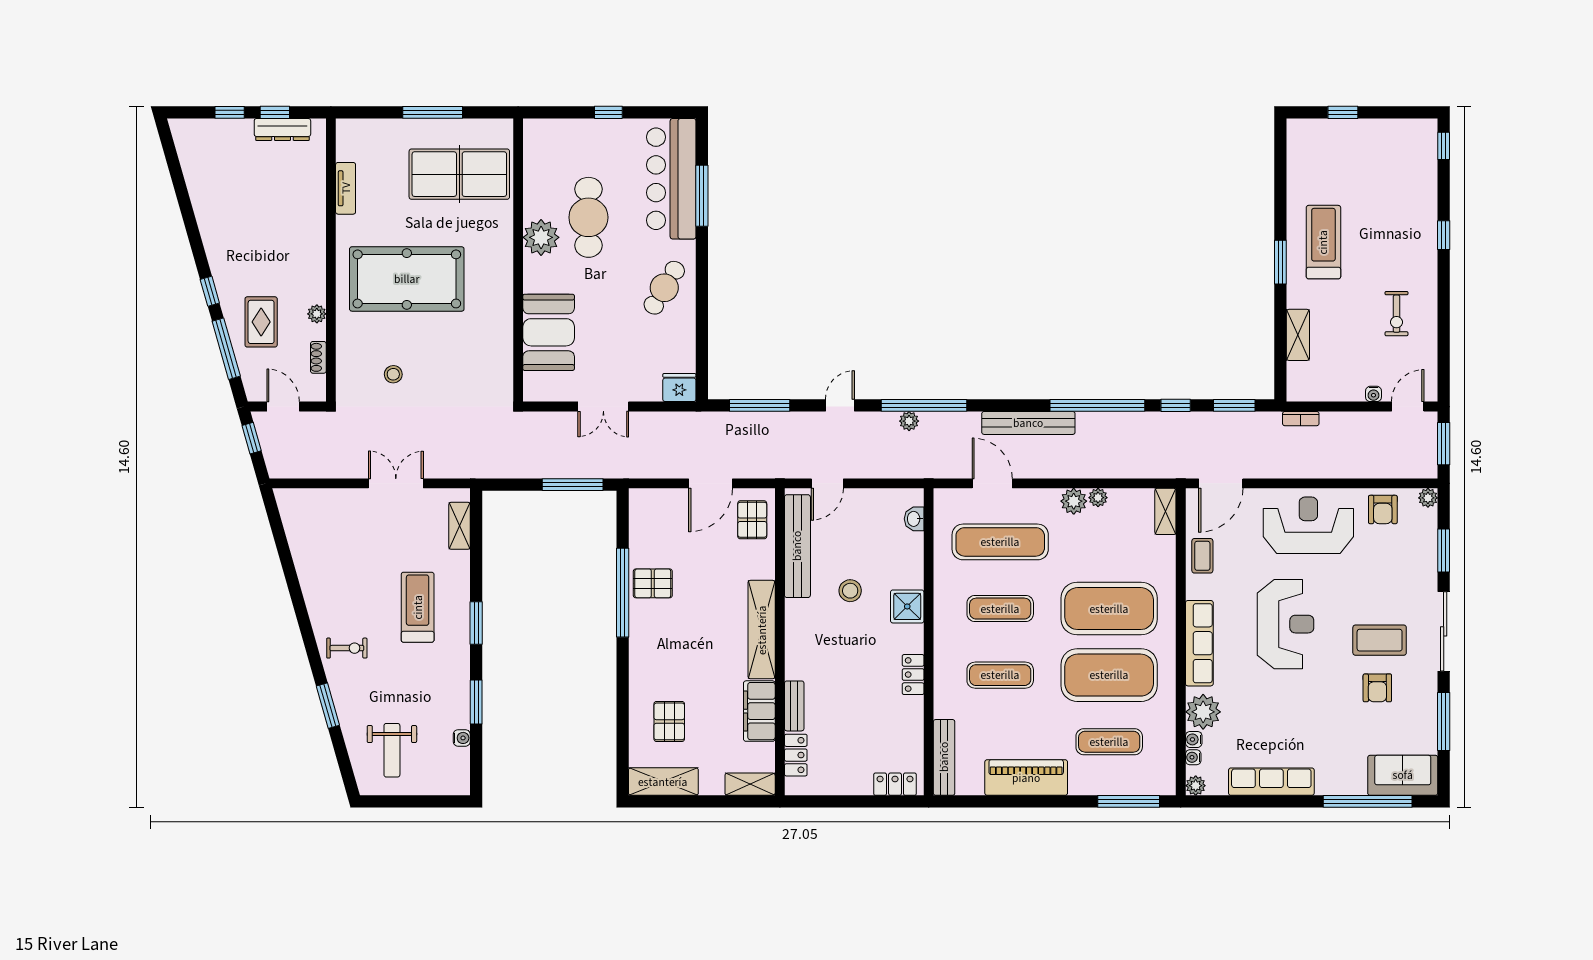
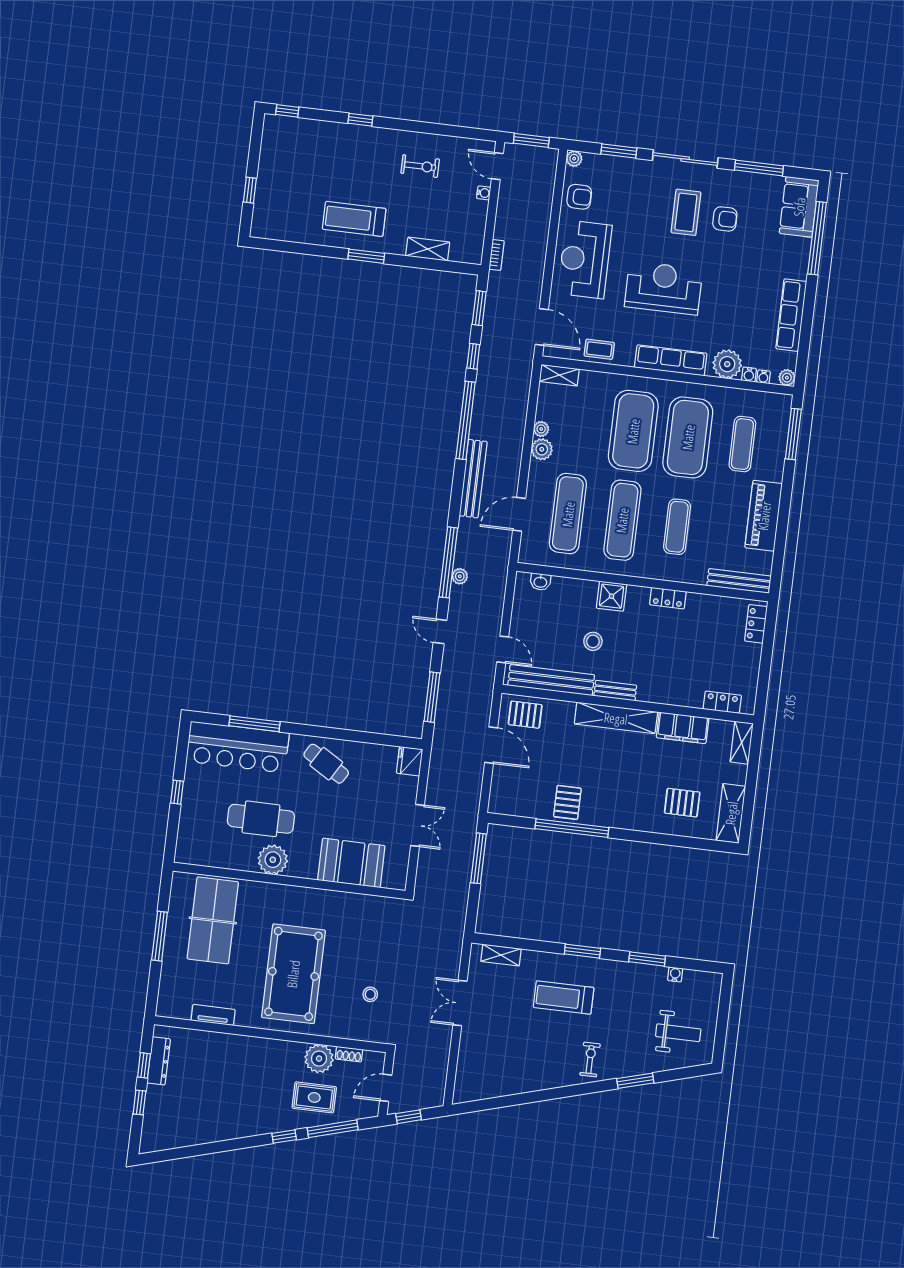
plant: (317, 314) -> (319, 1059), width x1.87, depth x1.87
exercise mat: (1000, 609) -> (622, 520), width x1.36, depth x1.45
bench: (794, 706) -> (615, 691), moved

